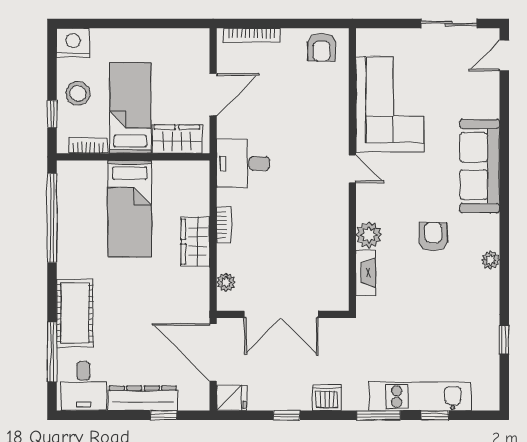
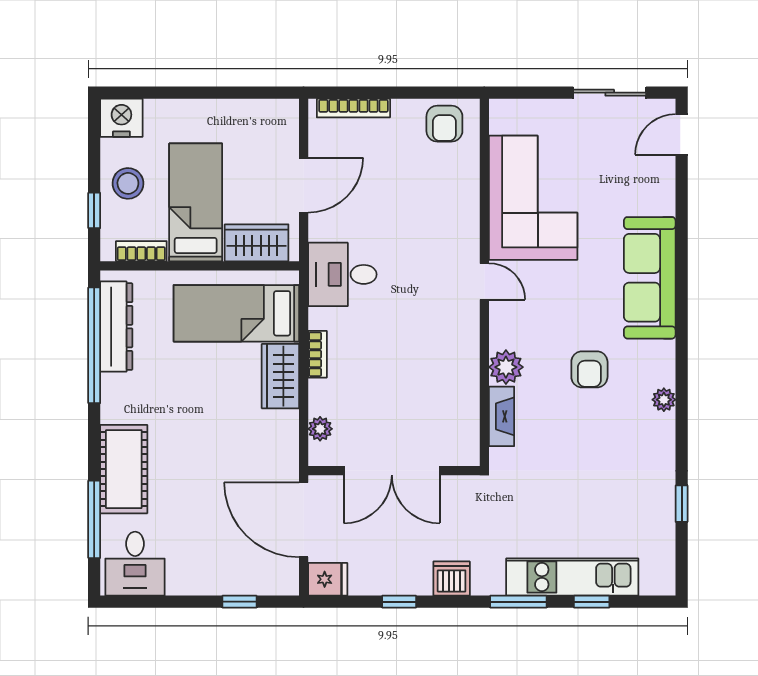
bed: (130, 209) -> (236, 313), moved, turned 90
armchair: (433, 236) -> (589, 369), turned 180
dresser: (143, 398) -> (116, 327), moved, turned 90

